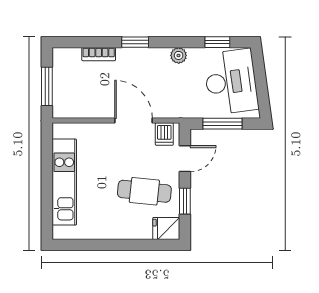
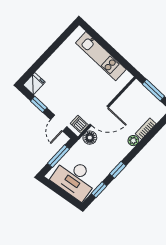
window: (135, 42) -> (118, 170), moved
plant: (179, 55) -> (133, 141), moved
floor lamp: (168, 108) -> (90, 138), added
cafe table: (144, 191) -> (61, 90), removed

